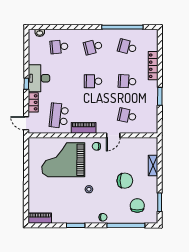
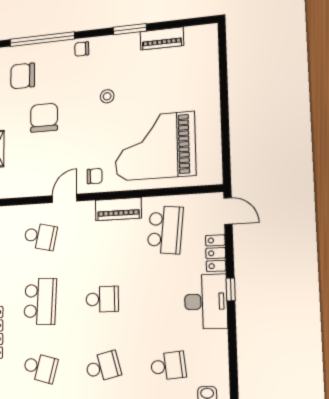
school desk: (127, 81) -> (40, 301), width x1.85
grand piano: (63, 160) -> (155, 146), turned 180
chair: (125, 181) -> (44, 118), turned 90
chair: (137, 206) -> (23, 76), turned 90
piano: (40, 218) -> (162, 38), moved

